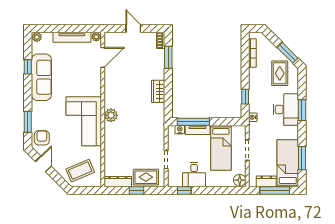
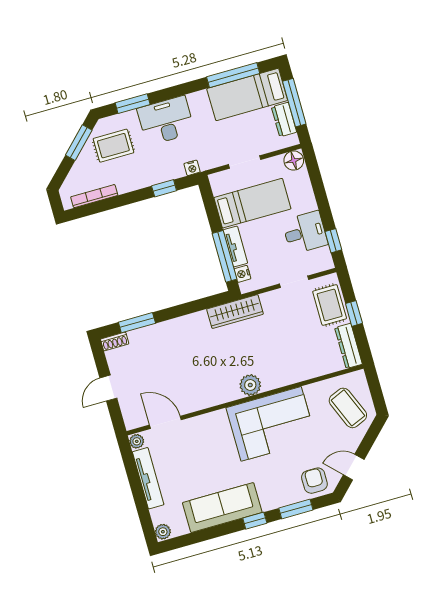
window: (28, 67) -> (255, 521), moved
wardrobe: (158, 91) -> (235, 312), moved, width x1.50
window: (302, 110) -> (133, 104), moved
armchair: (42, 138) -> (314, 481), turned 90
window: (302, 158) -> (233, 75), width x1.44

